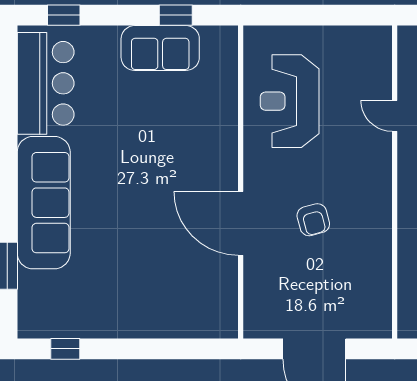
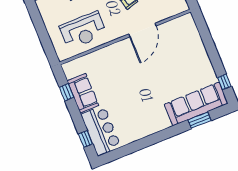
bar counter: (46, 83) -> (101, 131), moved, turned 90
sofa: (44, 203) -> (196, 104), moved

